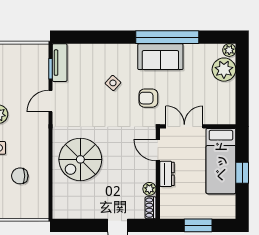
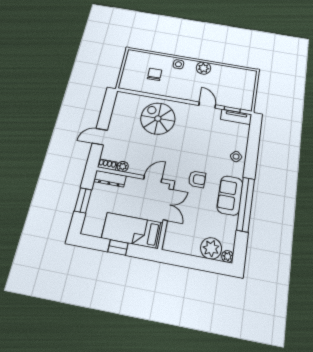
side table: (113, 83) -> (236, 157), moved
armchair: (148, 98) -> (197, 179), turned 90
dresser: (167, 174) -> (110, 179), moved, width x1.44

